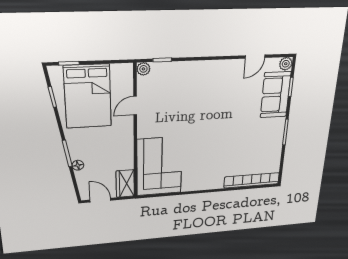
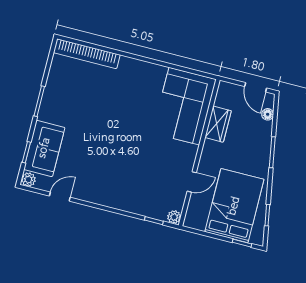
floor lamp: (78, 165) -> (268, 114), moved
wardrobe: (125, 184) -> (218, 124), moved

